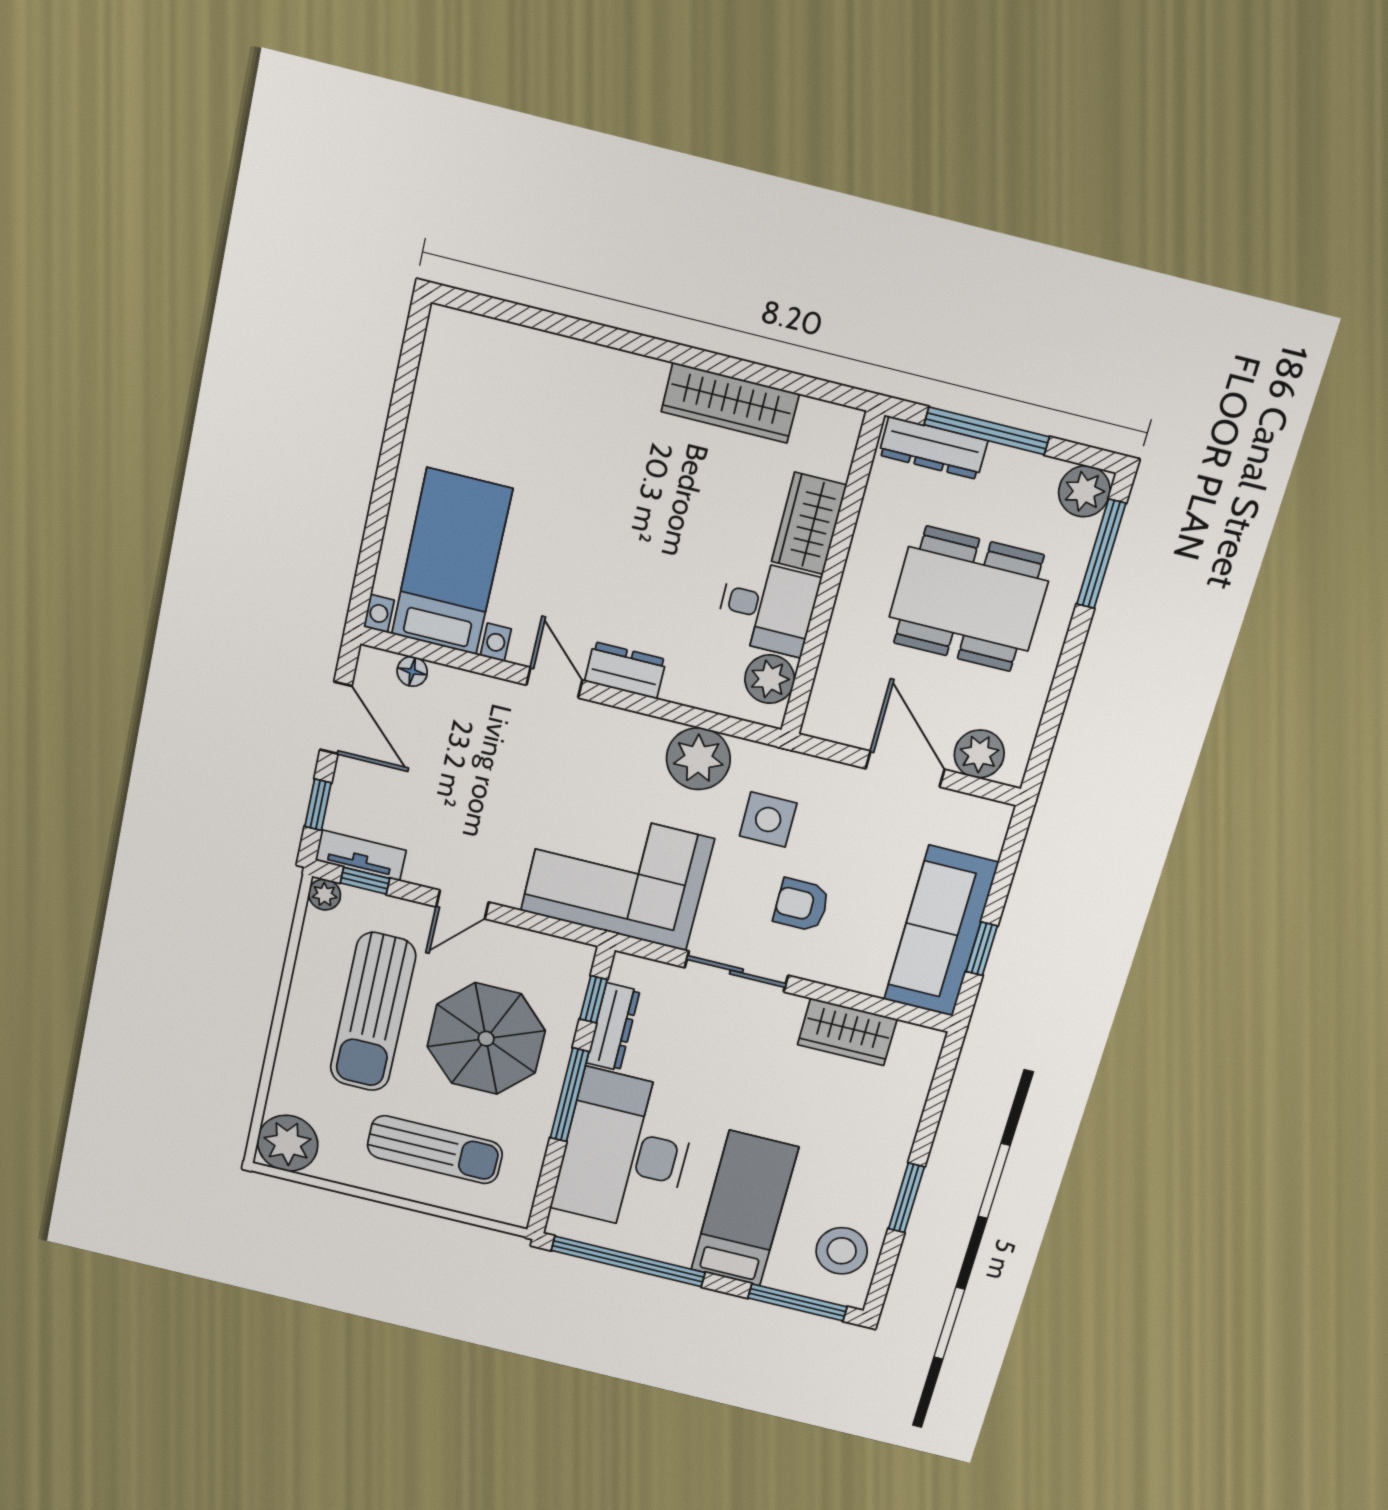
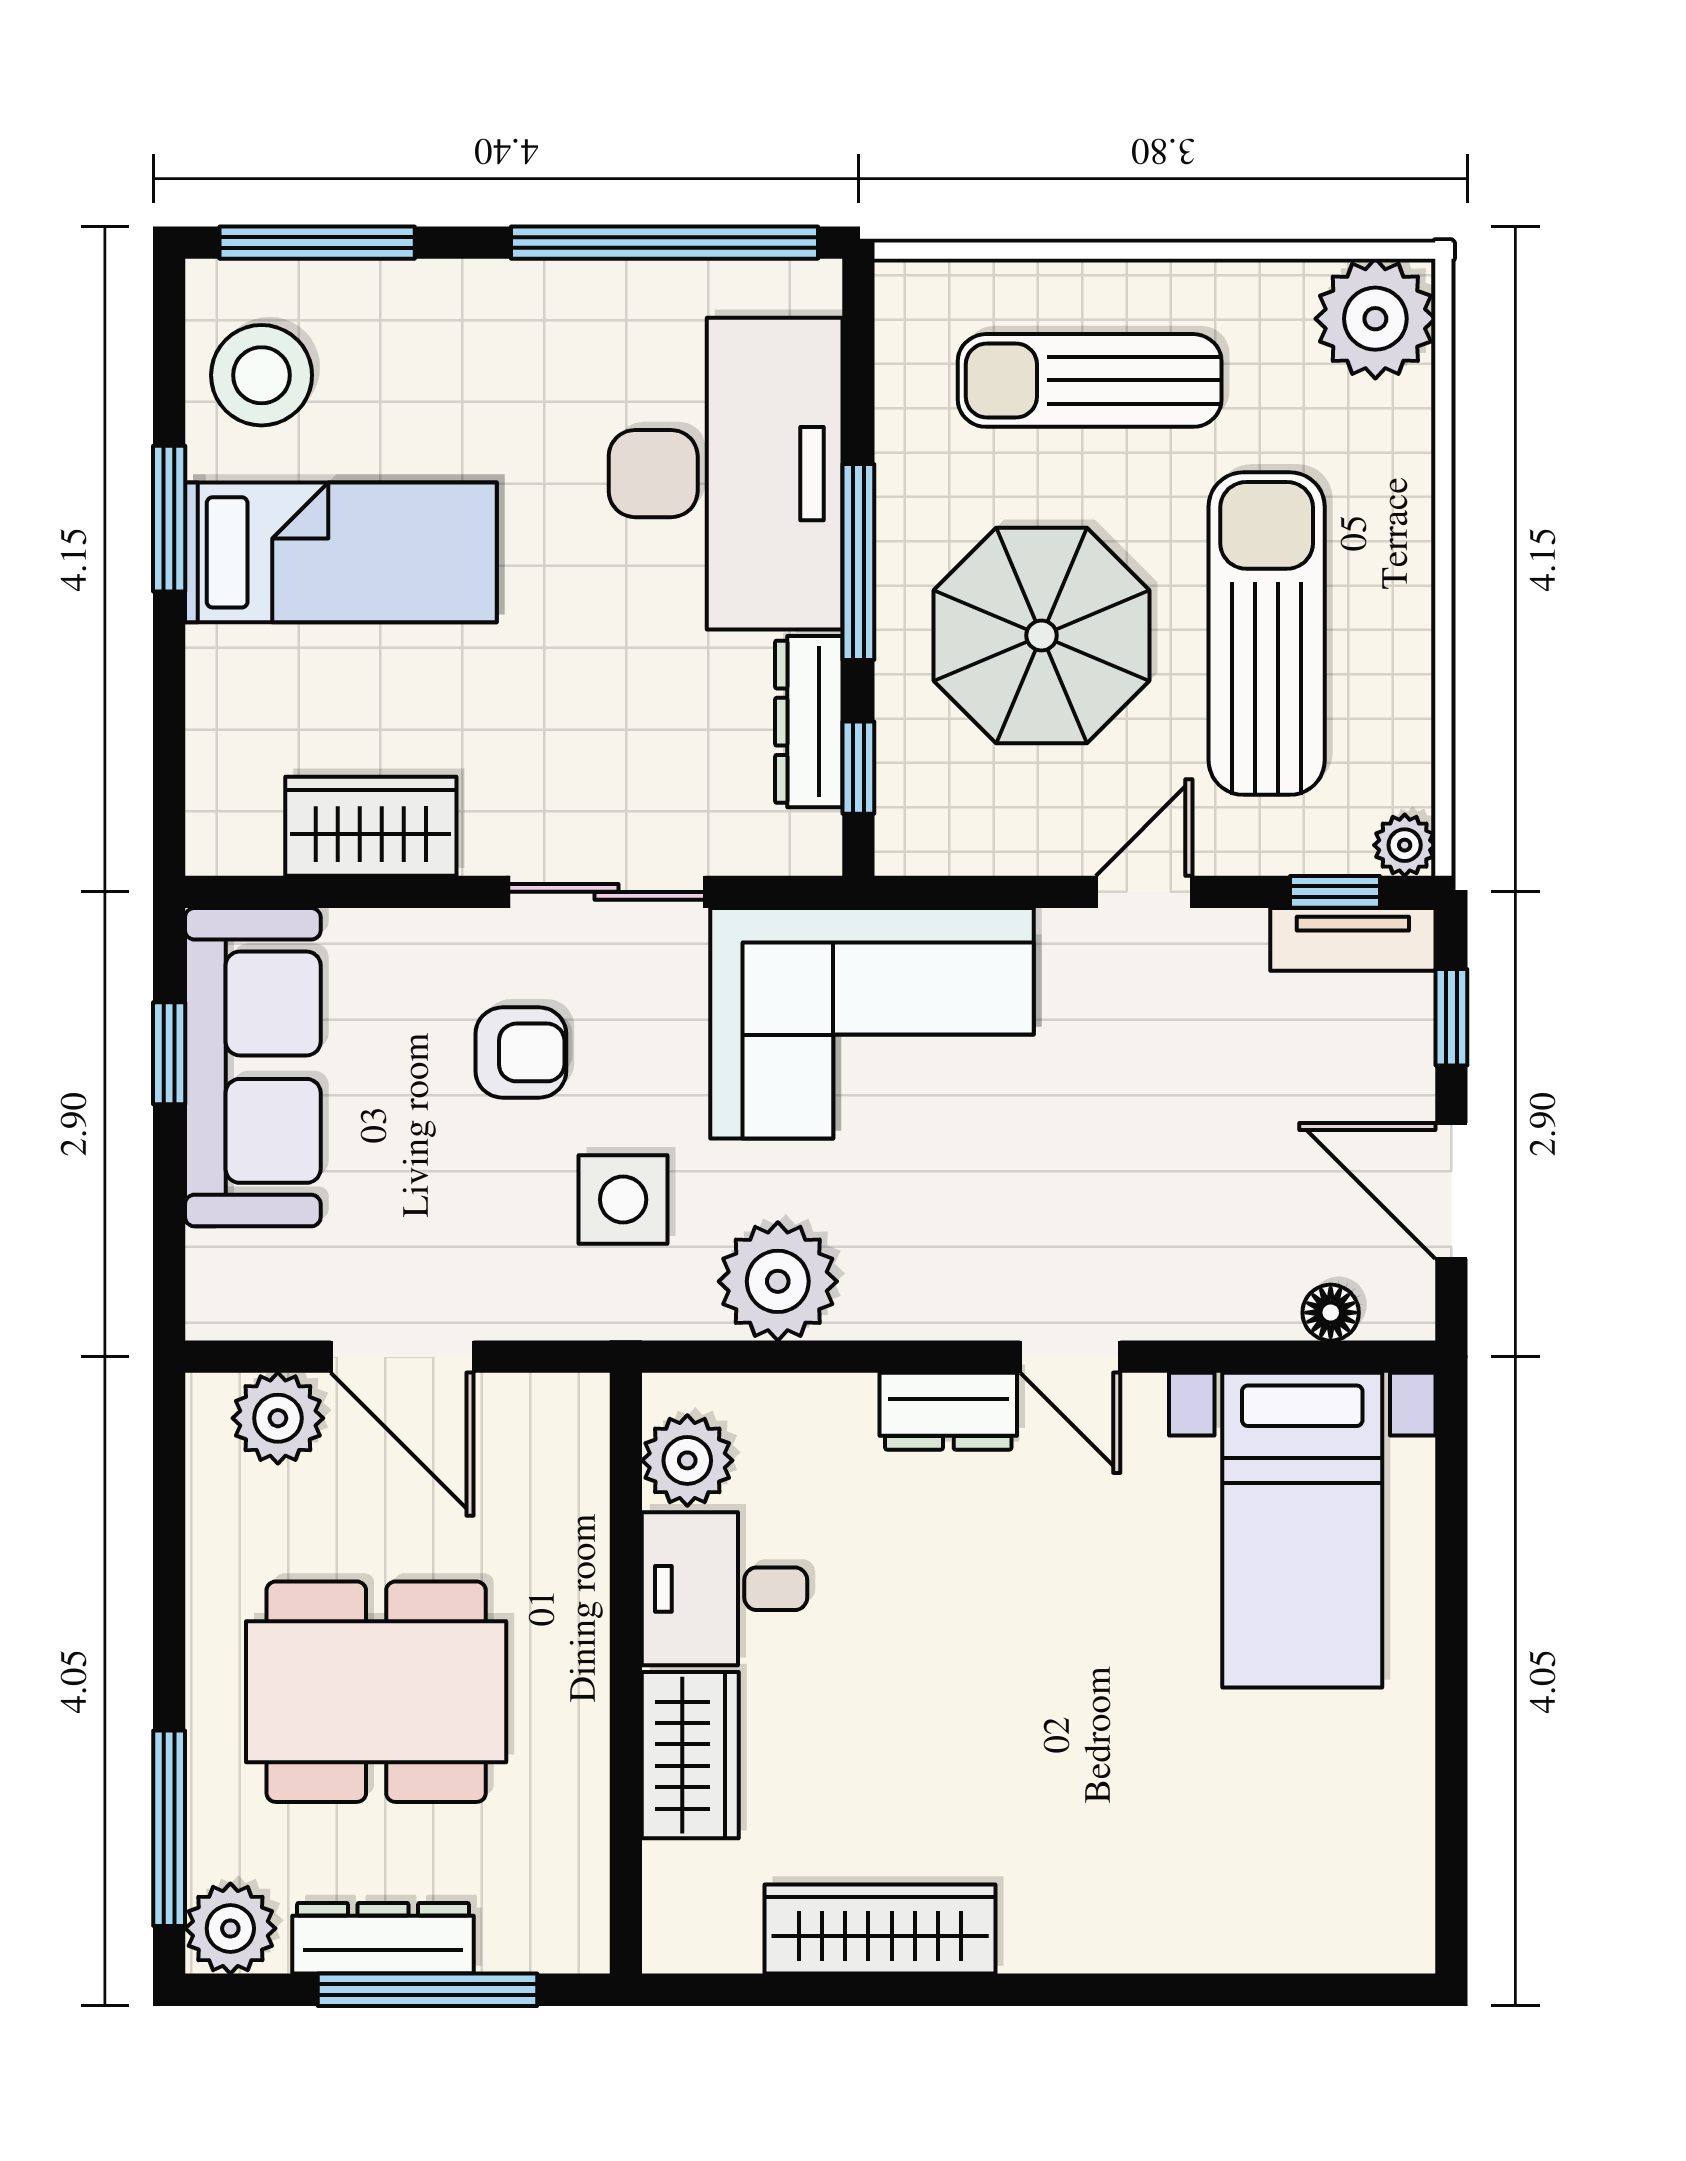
dresser: (933, 448) -> (383, 1938), moved
bed: (745, 1209) -> (341, 552), moved, turned -90

